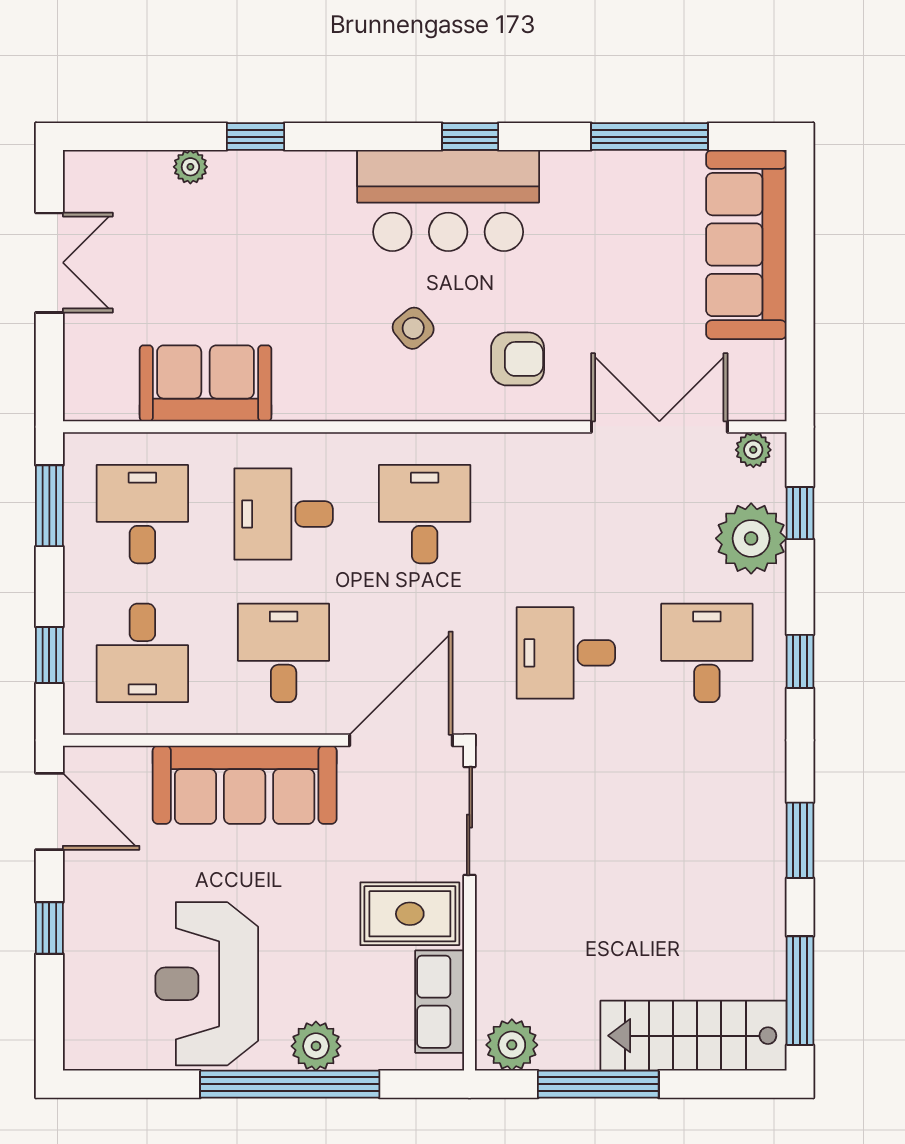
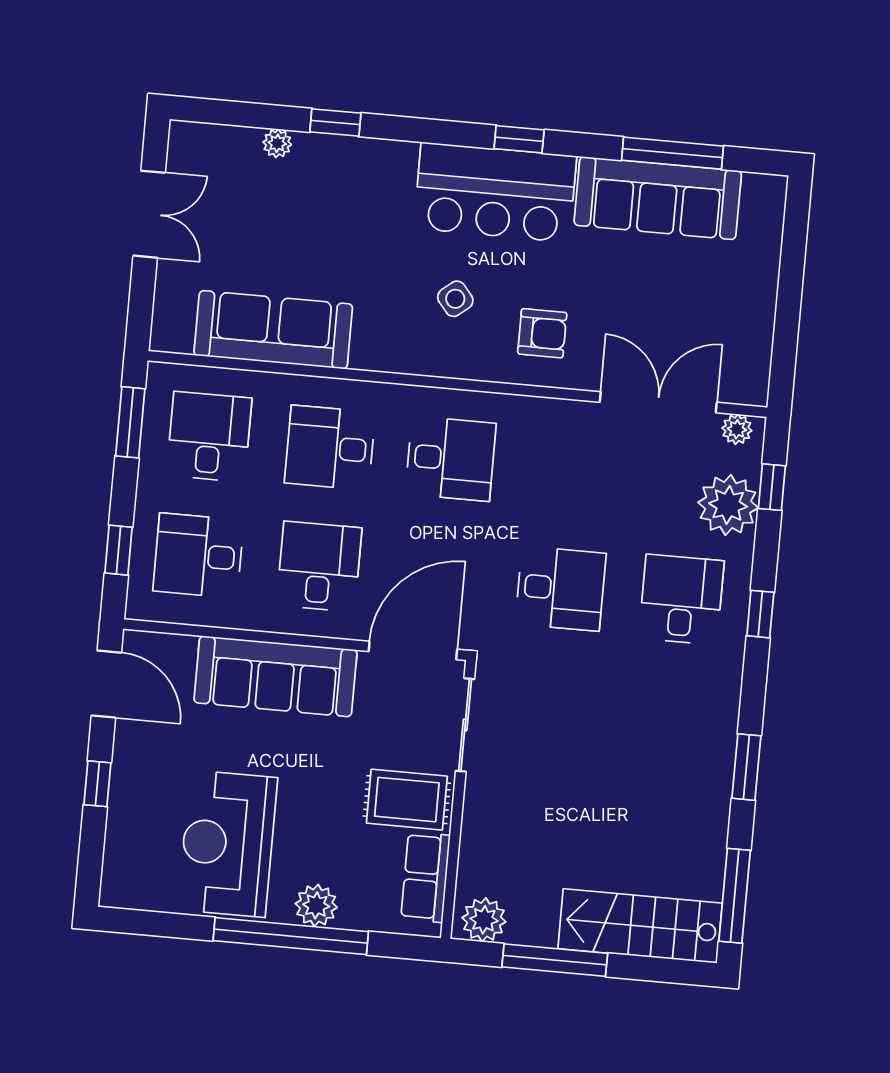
sofa: (746, 245) -> (658, 198), moved, turned -90
sofa: (206, 383) -> (273, 330), width x1.36
desk: (425, 514) -> (451, 459), turned 90
desk: (142, 653) -> (198, 556), turned 90
desk: (566, 653) -> (561, 589), turned 180

